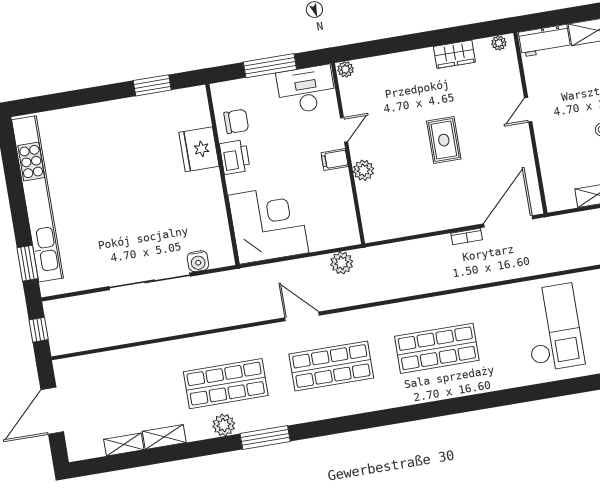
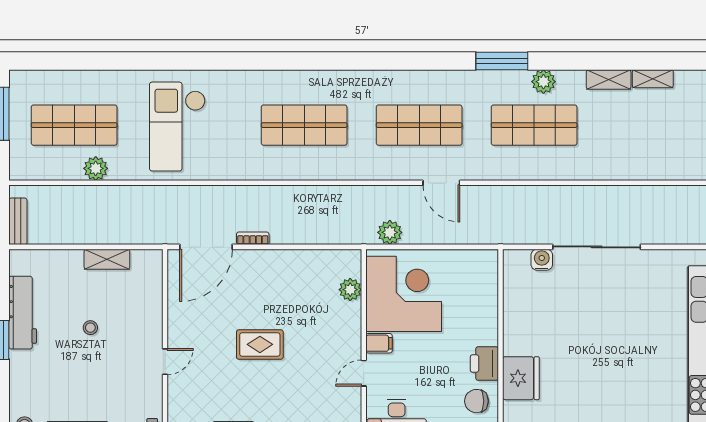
rug: (444, 140) -> (260, 344), turned 90
plant: (363, 170) -> (350, 290), moved
corner desk: (268, 224) -> (404, 294), moved, turned 180

